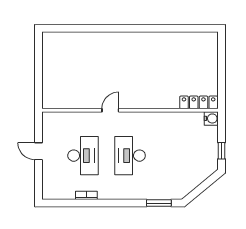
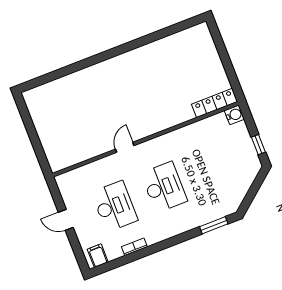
desk: (130, 156) -> (164, 187), turned 180
filing cabinet: (53, 191) -> (98, 256), added

